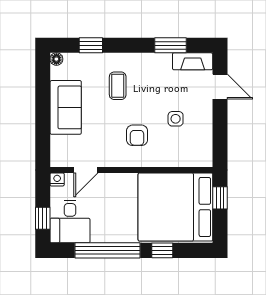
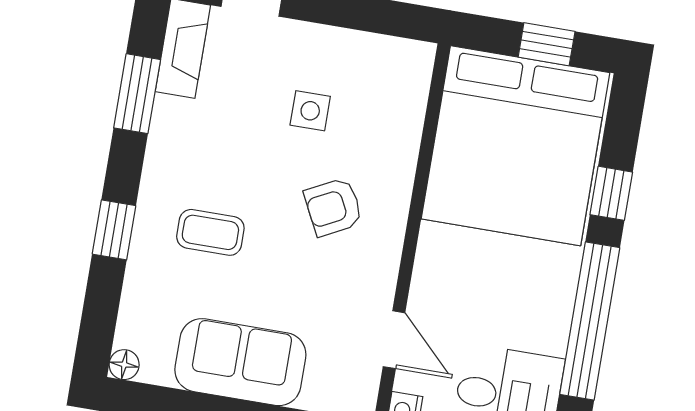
window: (91, 45) -> (114, 230), moved
armchair: (137, 135) -> (333, 207), turned 153
window: (220, 198) -> (547, 44), moved

